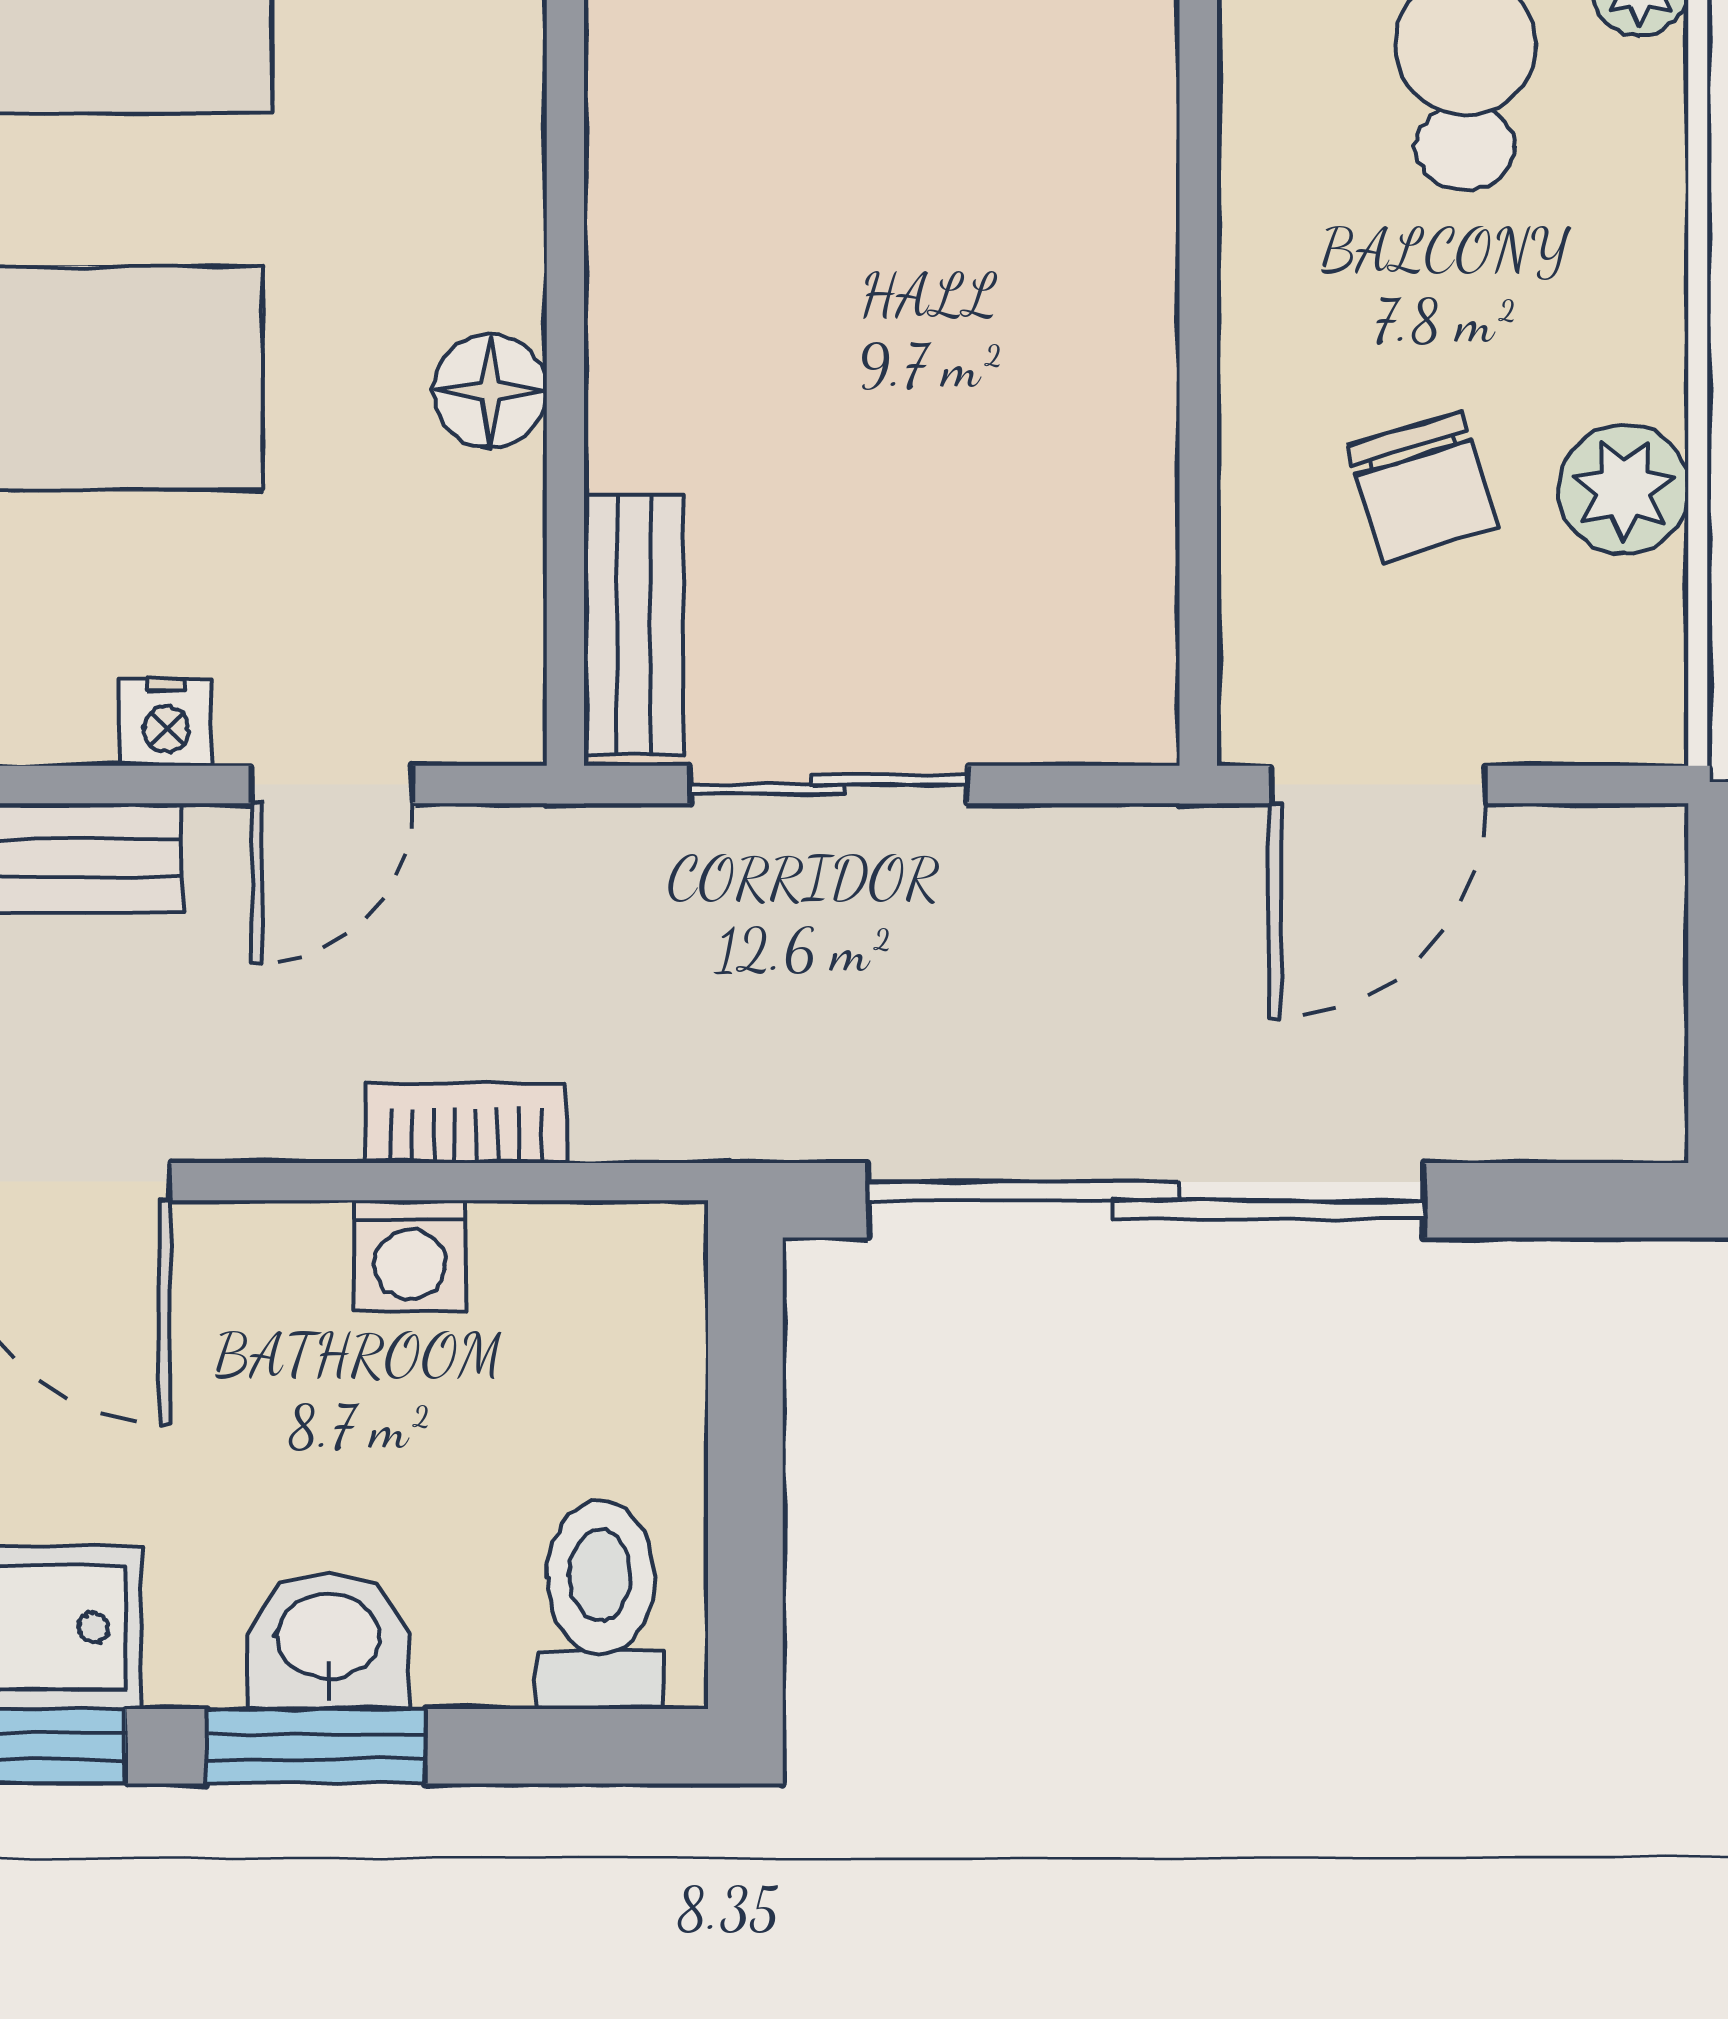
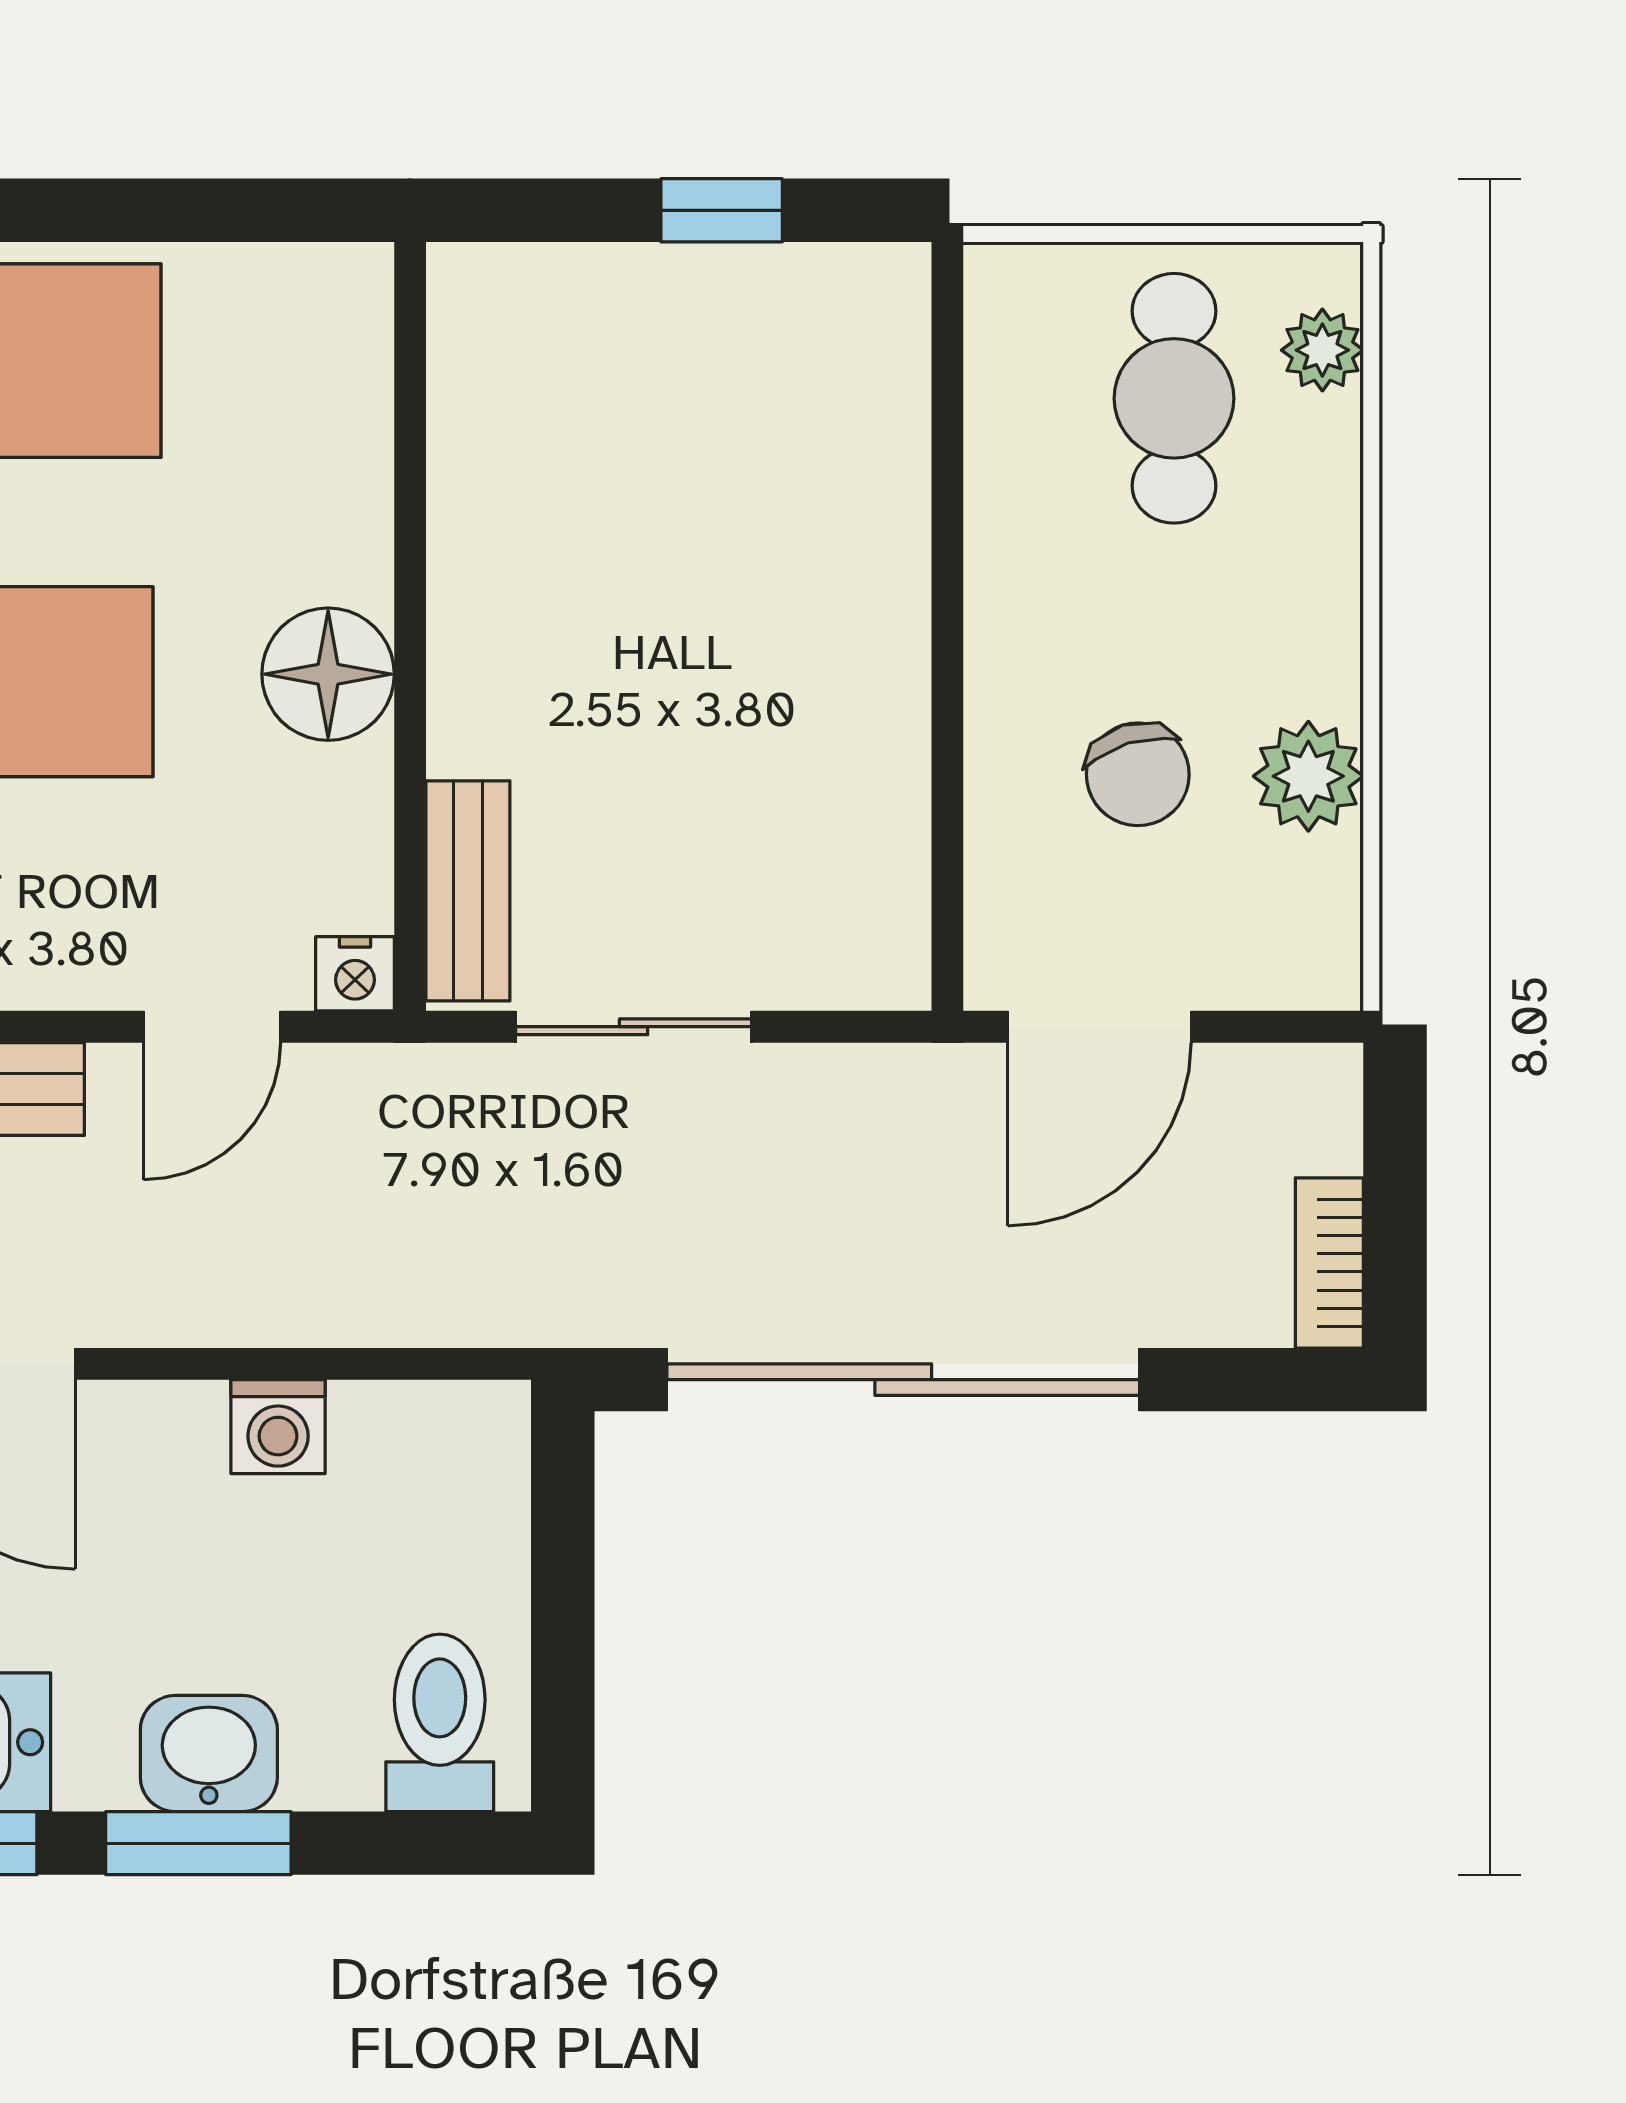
floor lamp: (490, 390) -> (328, 674), width x1.38, depth x1.38
nightstand: (166, 722) -> (355, 974), moved
bookcase: (466, 1123) -> (1329, 1263), moved, turned -90

